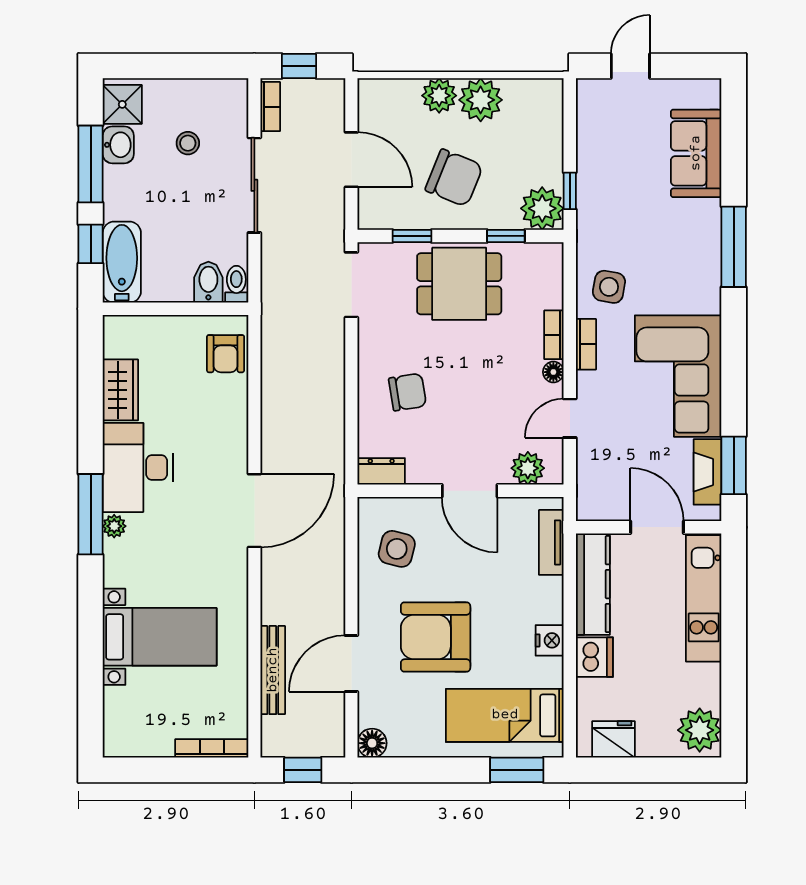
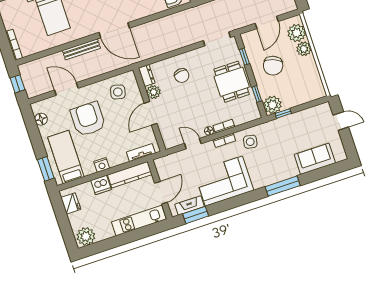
plant: (481, 100) -> (297, 33), moved
plant: (528, 468) -> (154, 92), moved
bench: (273, 670) -> (81, 49), moved
floor lamp: (372, 743) -> (41, 119), moved

